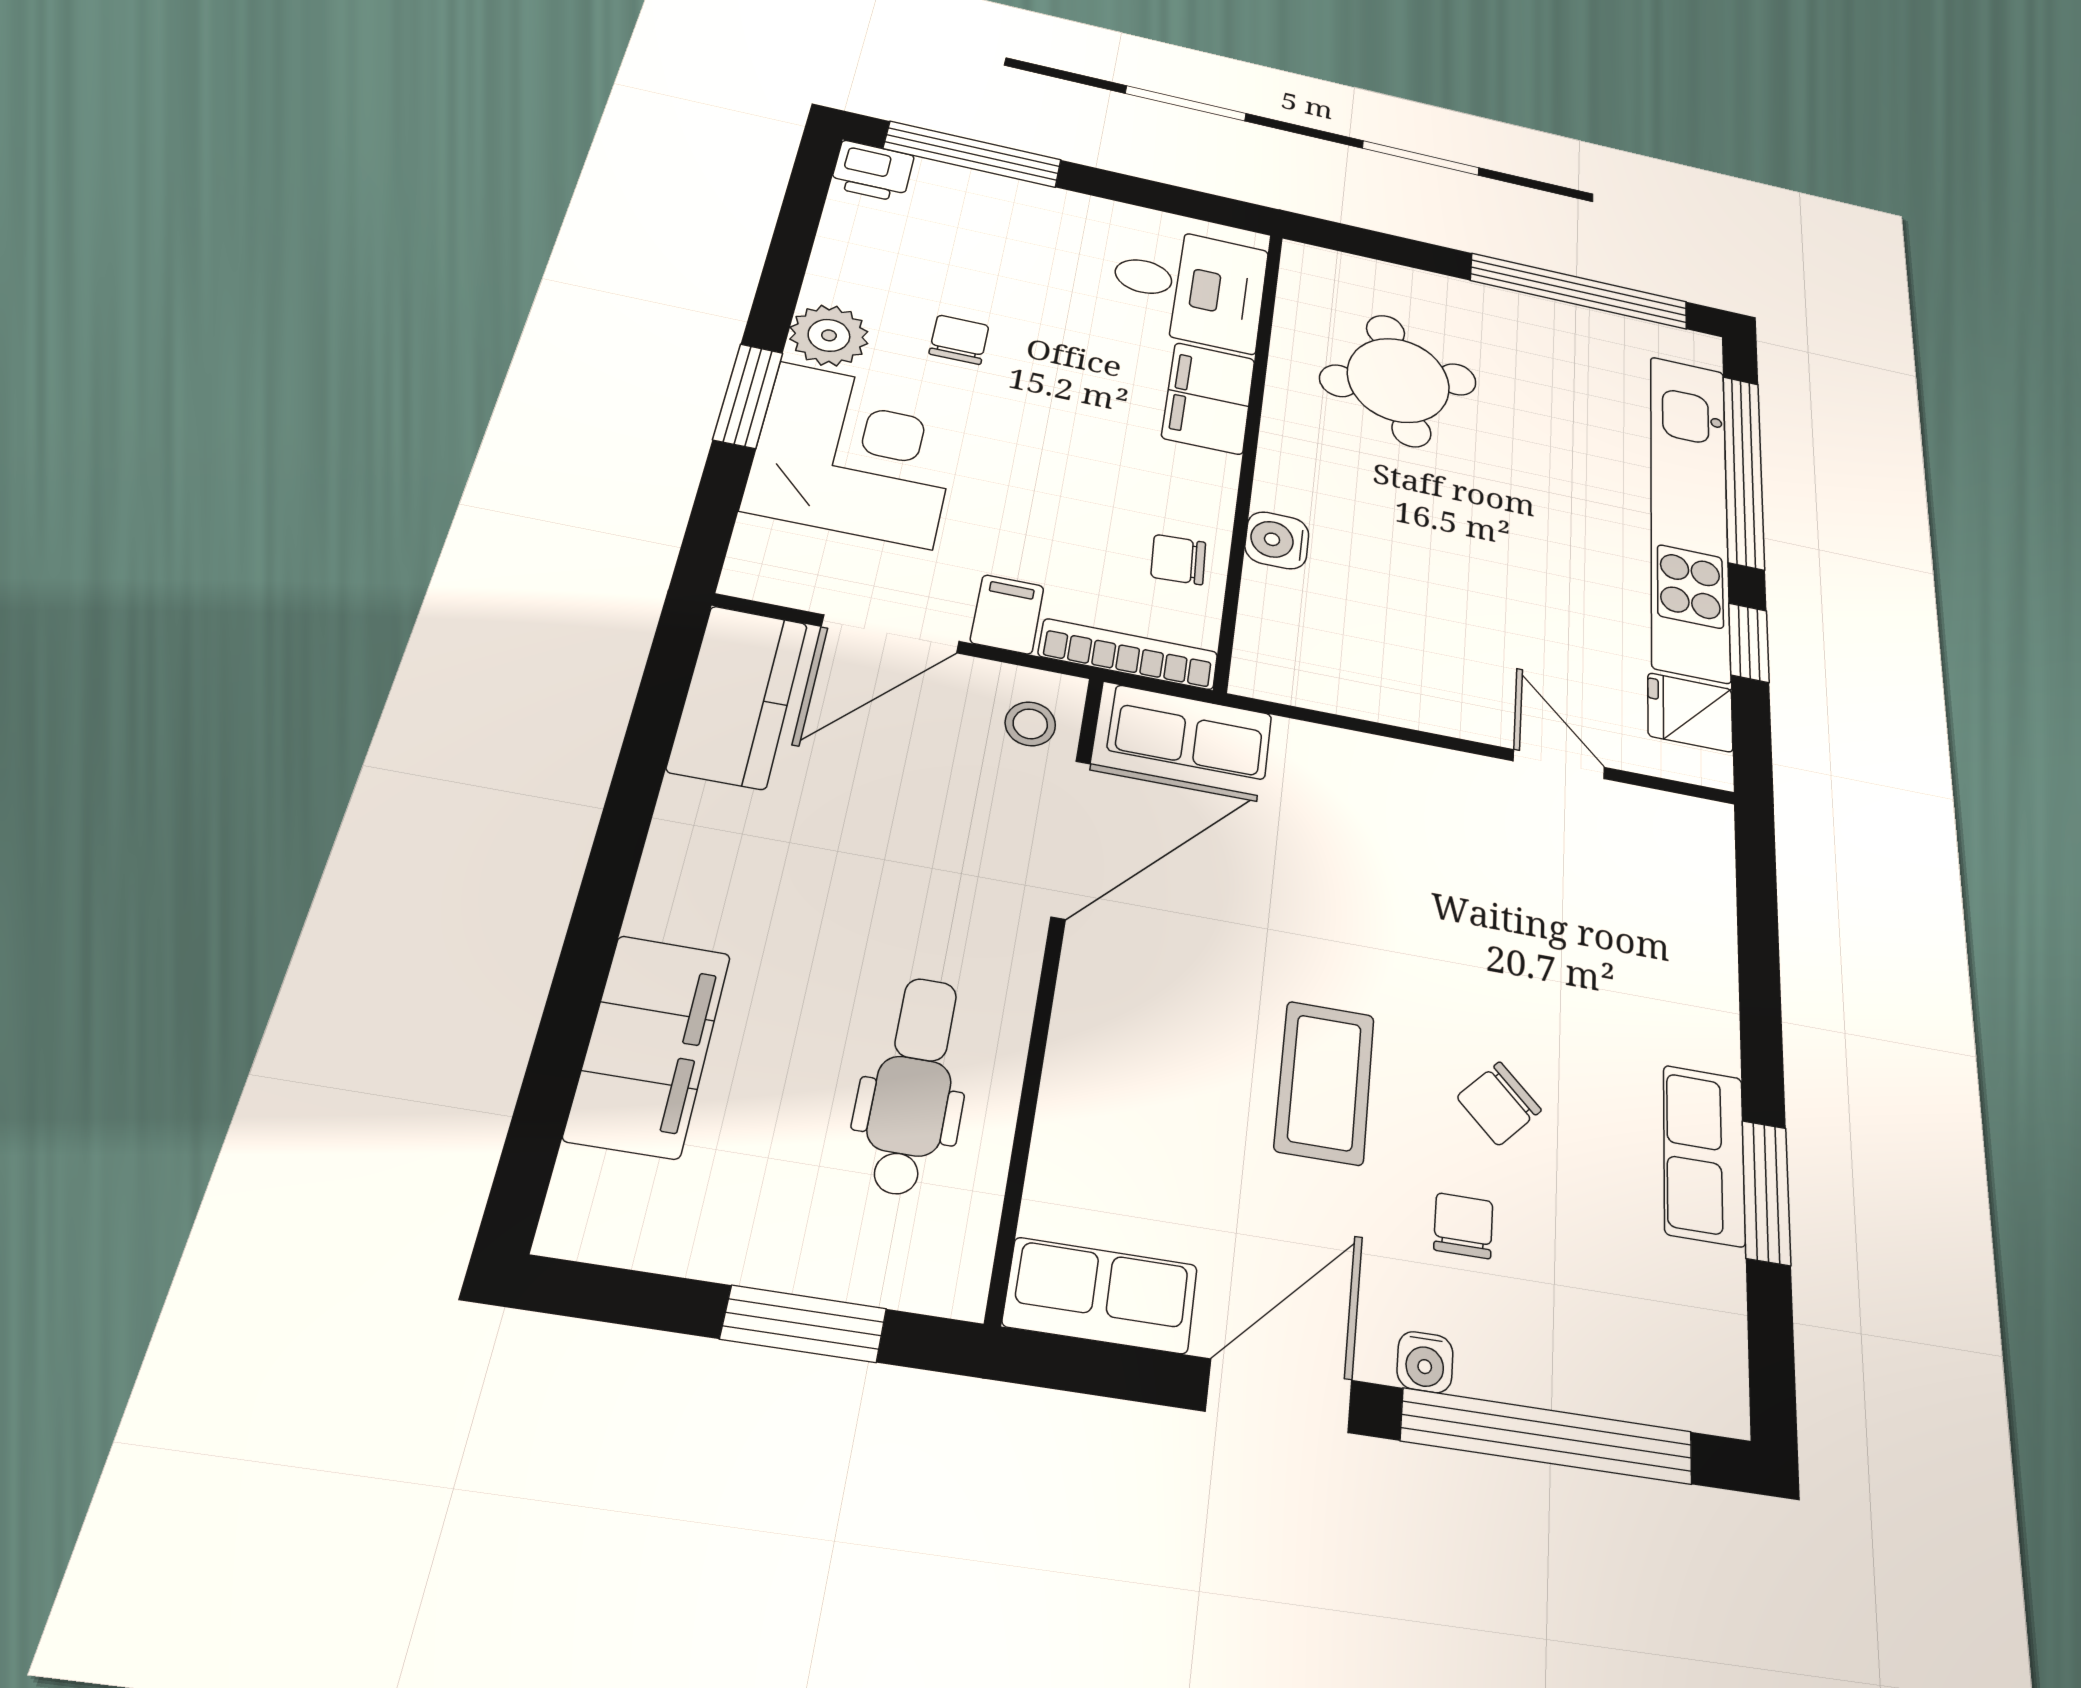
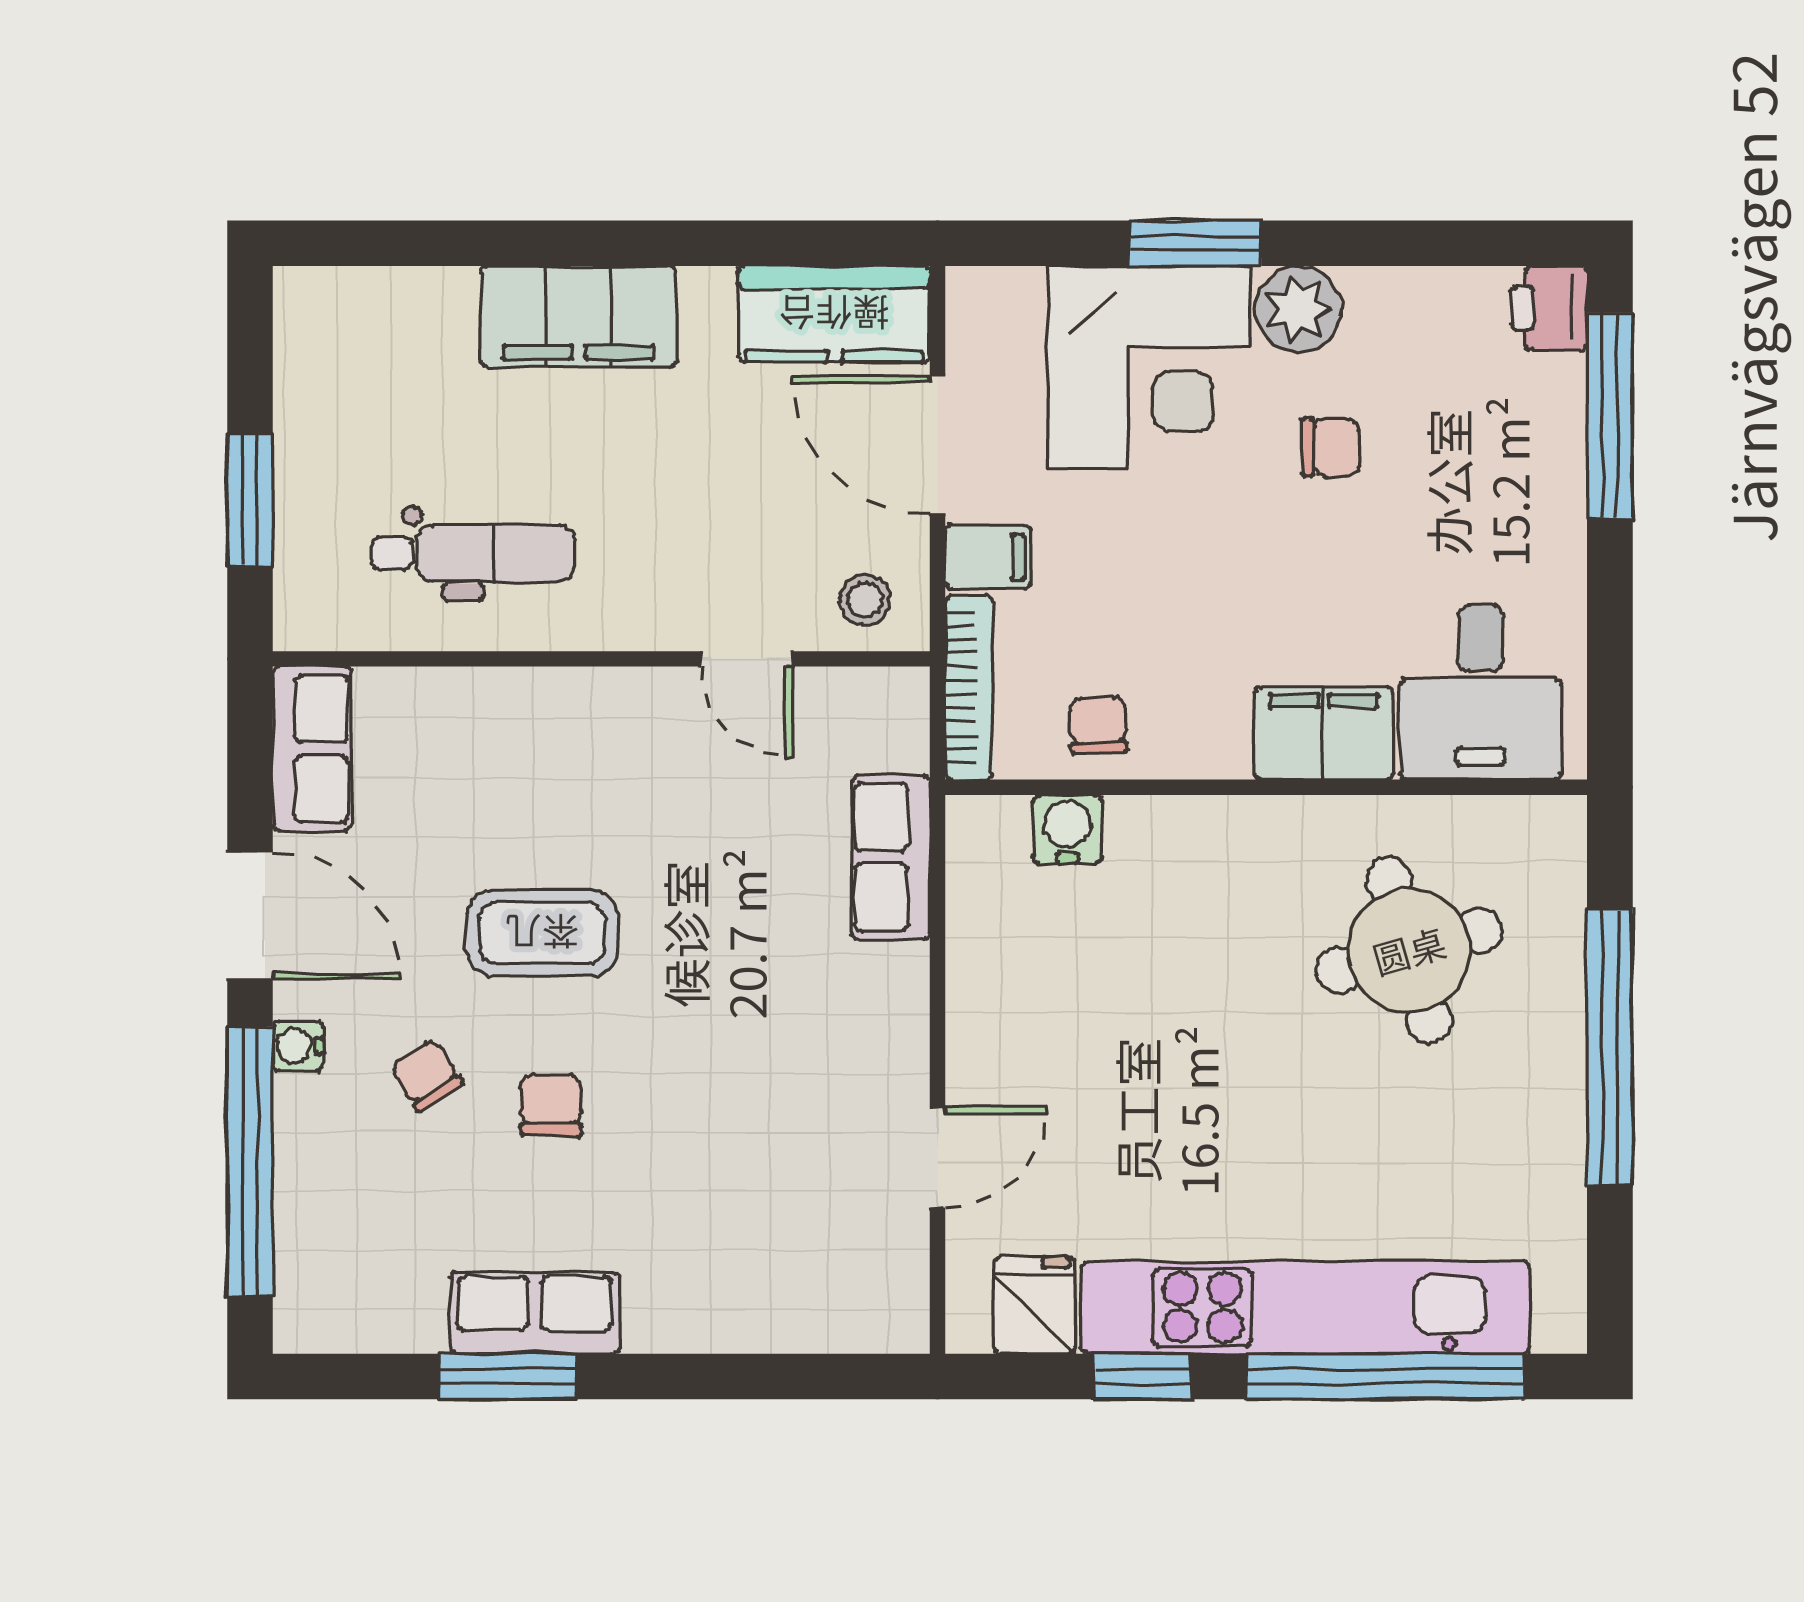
window: (1579, 291) -> (1610, 1047), moved
water cooler: (1277, 540) -> (1067, 829), moved
row of seats: (1190, 732) -> (891, 857), moved
door: (1071, 839) -> (746, 659), width x0.53
filing cabinet: (648, 1045) -> (578, 317), moved
chair: (1499, 1104) -> (551, 1105), turned 46
chair: (1463, 1226) -> (427, 1075), turned -123

